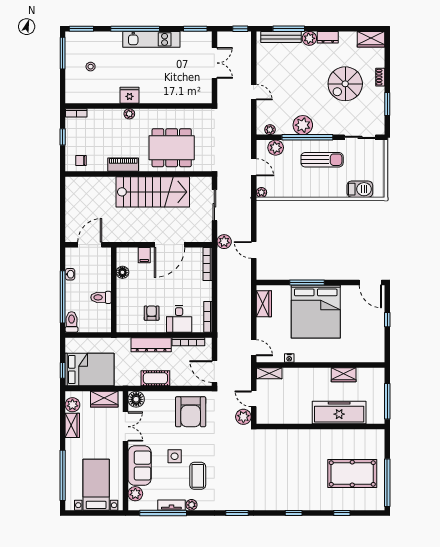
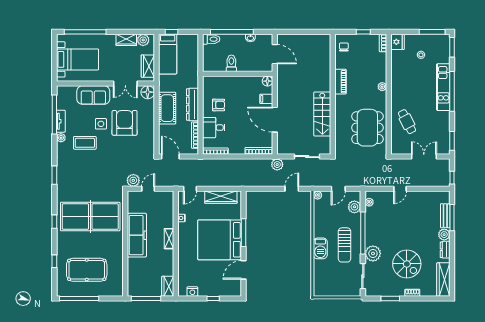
bench: (281, 37) -> (445, 216), width x0.73
kitchen unit: (151, 39) -> (443, 87), moved
wardrobe: (371, 39) -> (443, 280), width x1.50
double door: (214, 63) -> (424, 157), swing flipped
cafe table: (172, 84) -> (407, 122), added
spiral stairs: (345, 84) -> (407, 264), turned 180
fridge: (130, 95) -> (397, 42), moved
plant: (303, 125) -> (373, 253), moved
dining table: (172, 148) -> (367, 128), moved
barbecue: (360, 189) -> (320, 248), moved
stairs: (153, 192) -> (322, 114), width x0.73, depth x0.66
door: (254, 250) -> (292, 189), moved
floor lamp: (122, 272) -> (267, 81), moved
door: (370, 283) -> (244, 270), moved
wardrobe: (264, 304) -> (221, 197), width x1.50
nightstand: (379, 345) -> (192, 291), added
bed: (90, 370) -> (168, 54), width x0.67
door: (214, 372) -> (170, 157), hinge flipped
shelving: (269, 373) -> (169, 239), moved
wardrobe: (344, 375) -> (168, 286), moved
cot: (155, 378) -> (167, 108), width x1.37, depth x1.34
armchair: (191, 412) -> (125, 123), moved, turned 90
freezer: (339, 412) -> (137, 235), moved
table tennis table: (287, 469) -> (90, 217), added
pool table: (352, 474) -> (87, 270), turned 90
plant: (135, 494) -> (70, 92), removed

